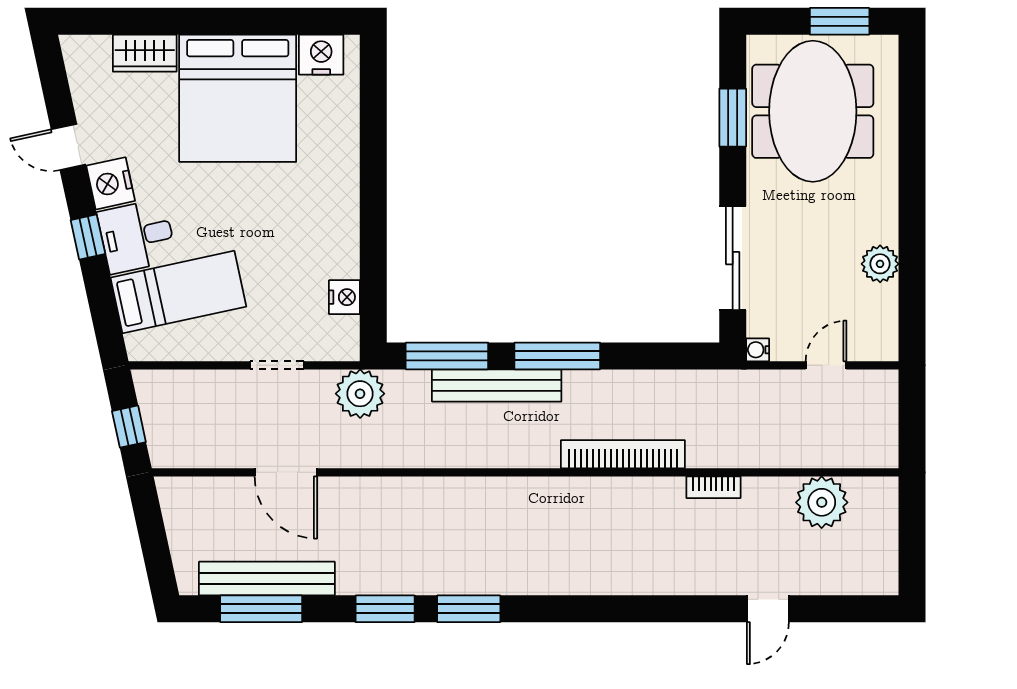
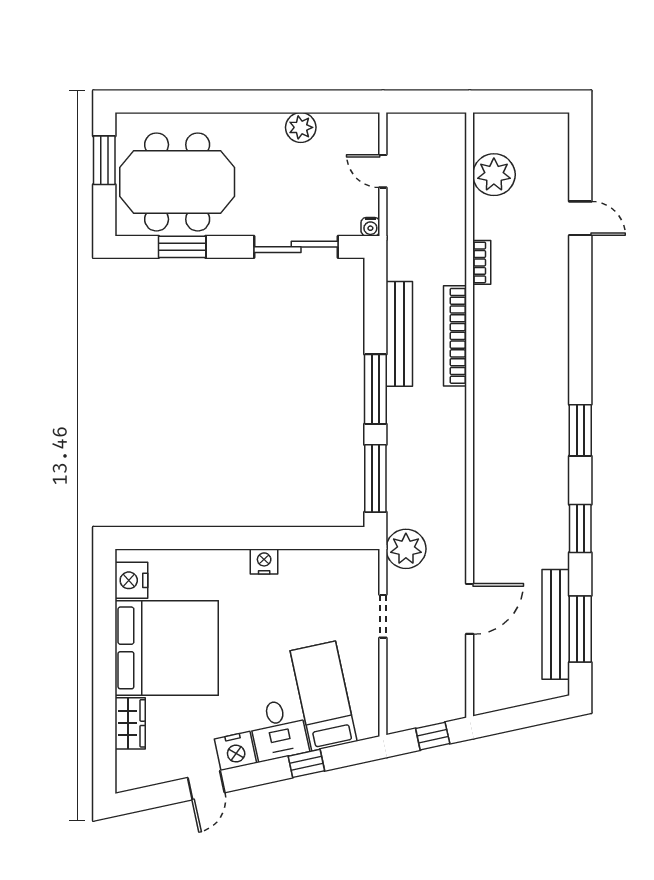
window: (88, 237) -> (306, 763), moved
nightstand: (344, 297) -> (264, 561), moved
bench: (497, 385) -> (399, 334), moved
window: (469, 609) -> (580, 430), moved

